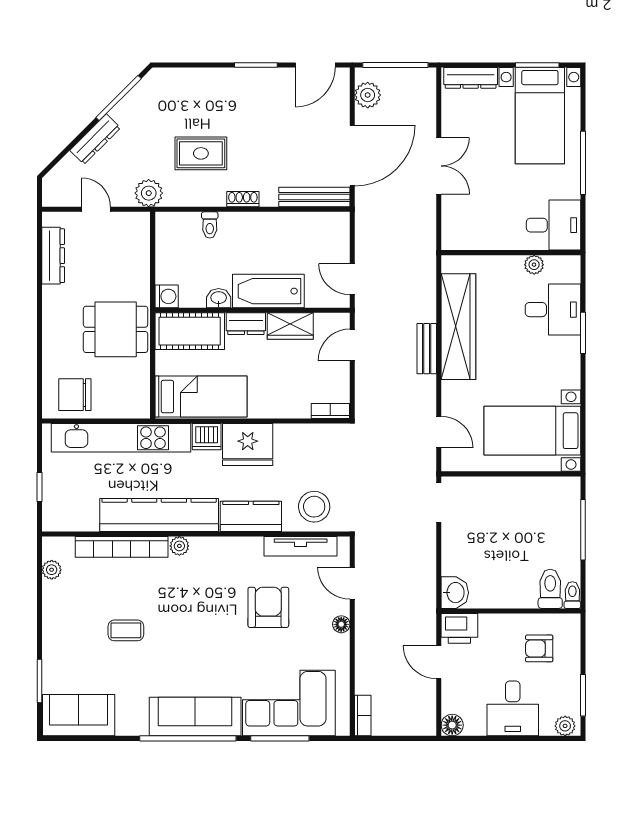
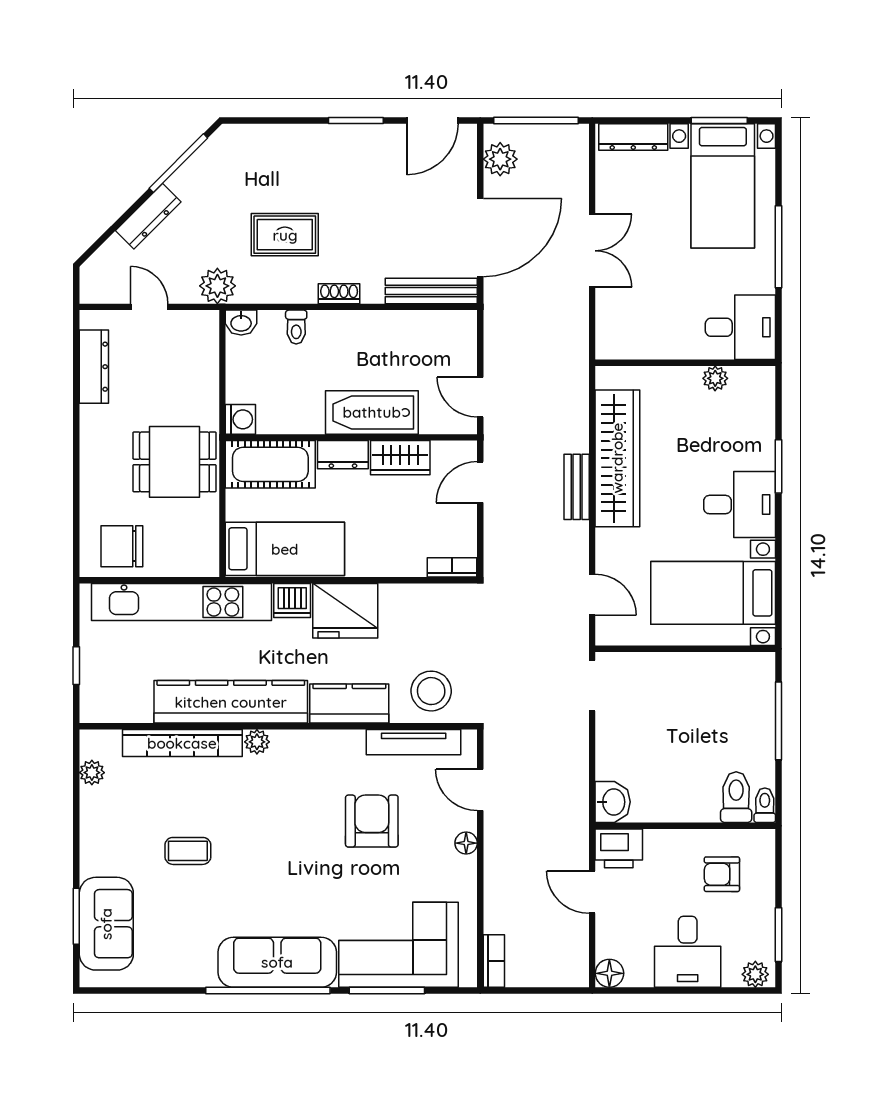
washbasin: (219, 298) -> (241, 323), moved, turned 180
desk: (553, 310) -> (740, 505), moved
sofa: (79, 715) -> (106, 924), moved, turned 90

